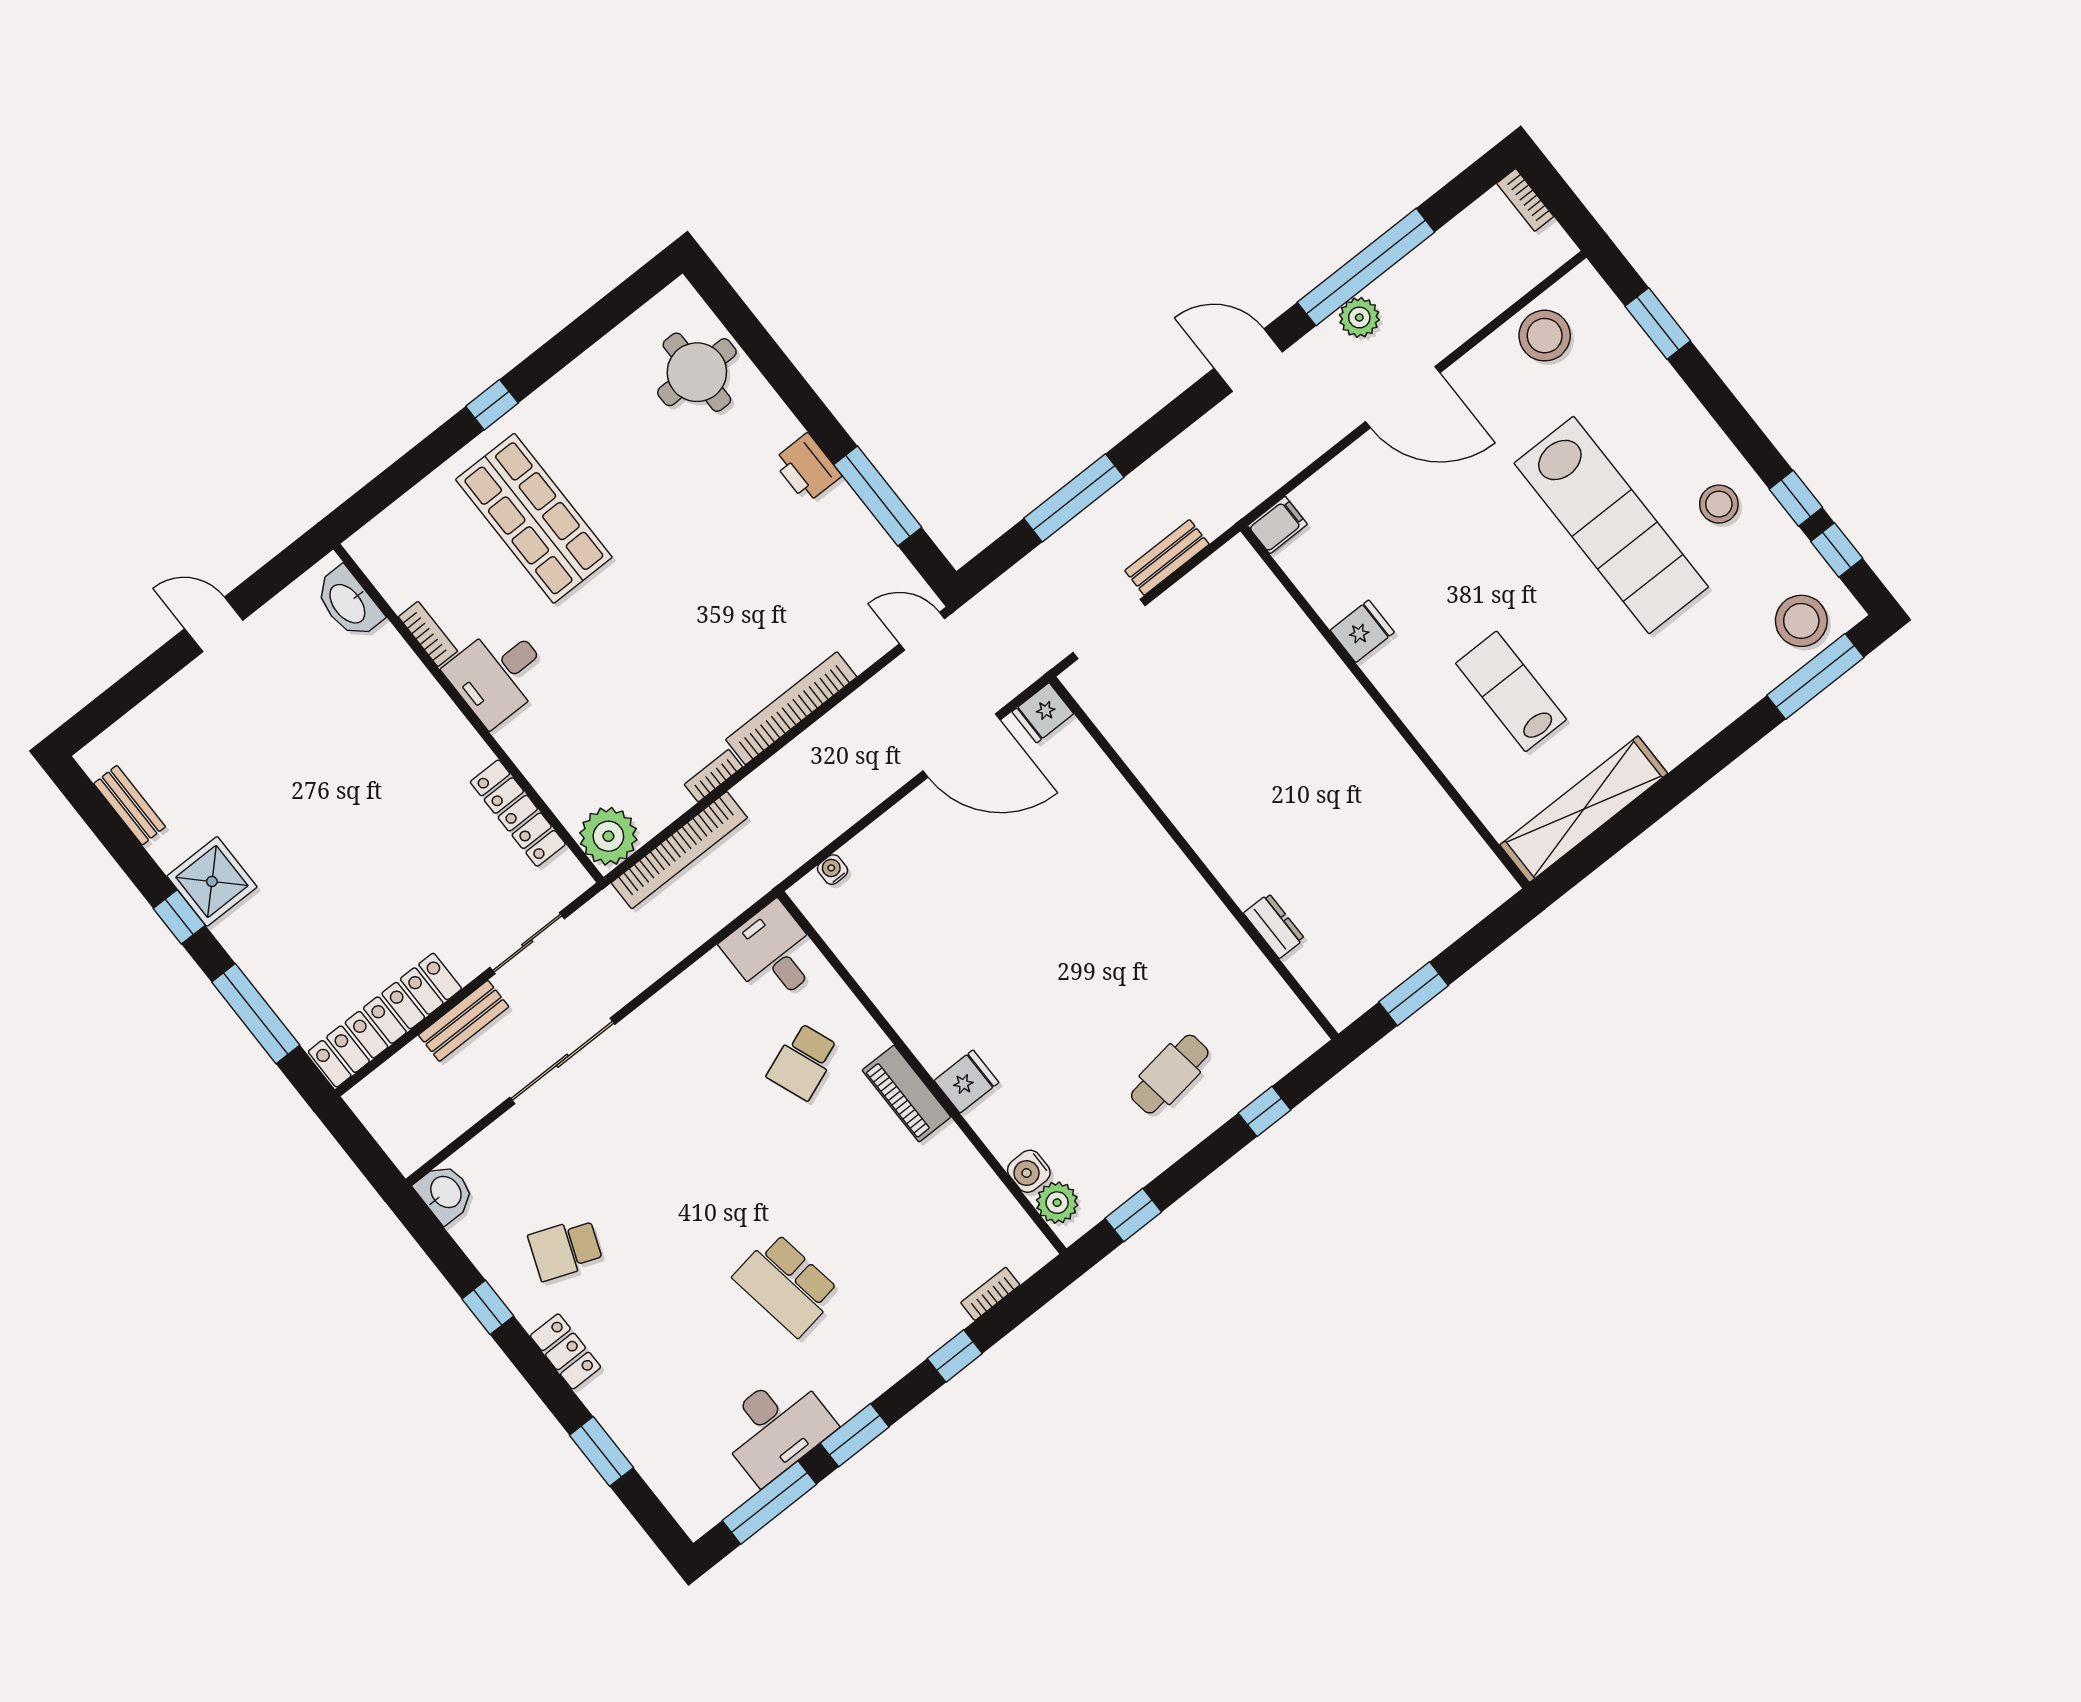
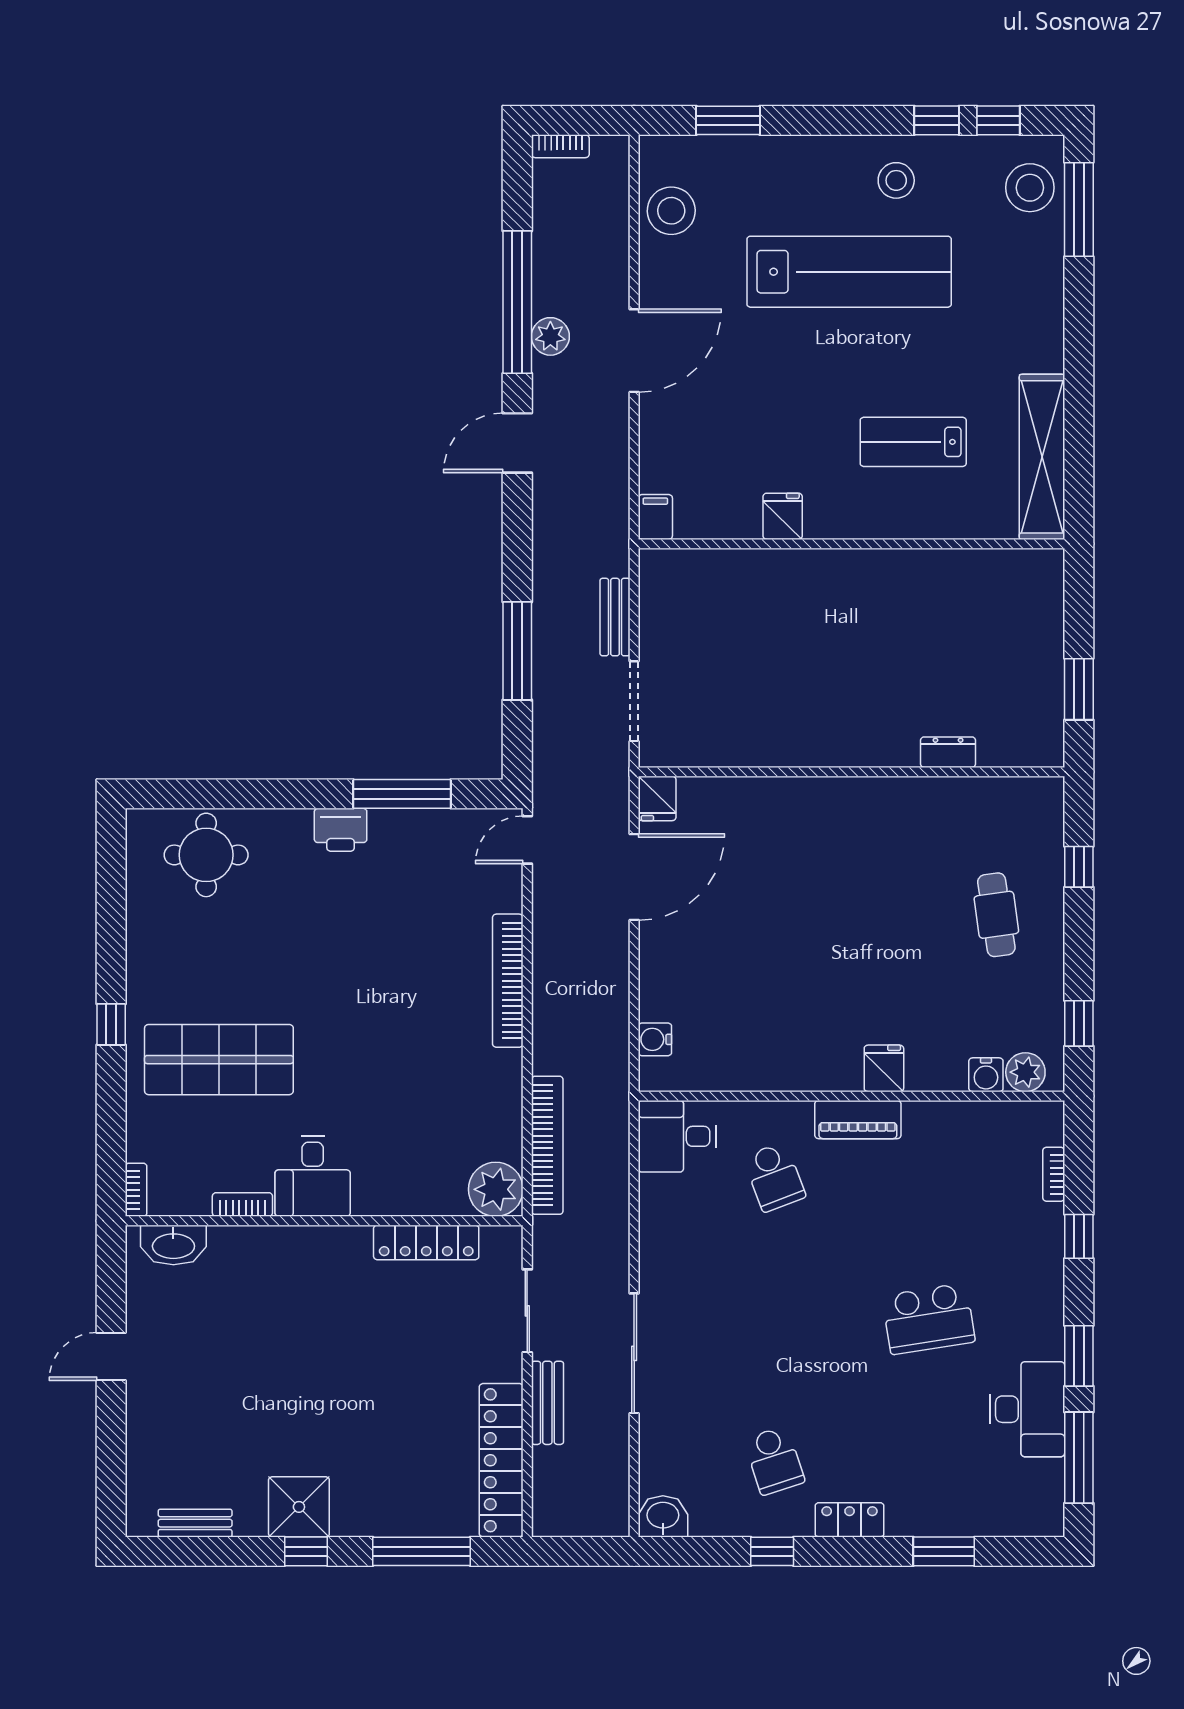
bookcase: (713, 776) -> (136, 1190), moved, turned 180
water cooler: (832, 870) -> (655, 1039), width x1.38, depth x1.38
school desk: (565, 1249) -> (774, 1460), turned -39

